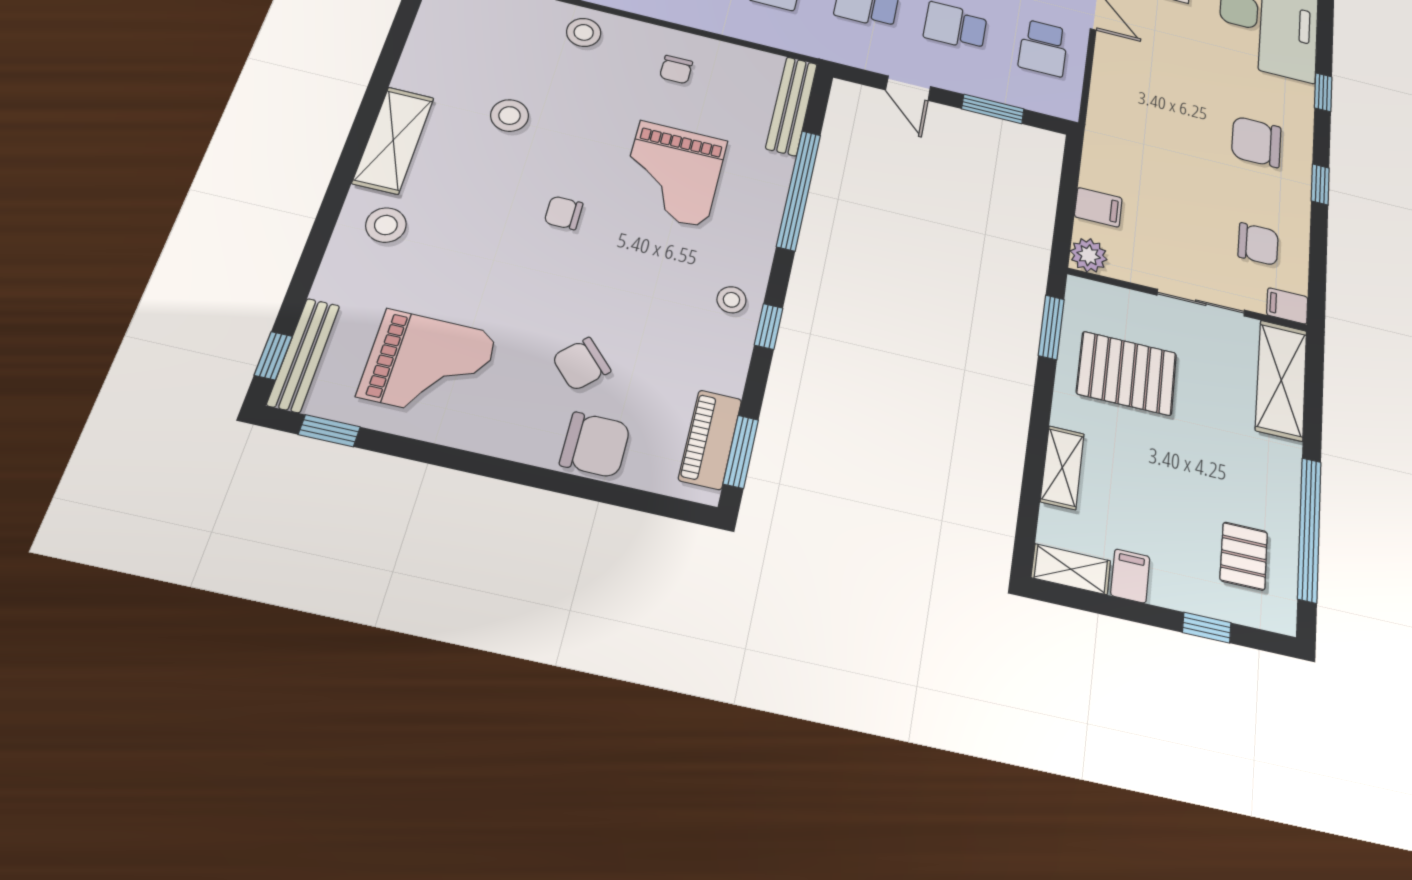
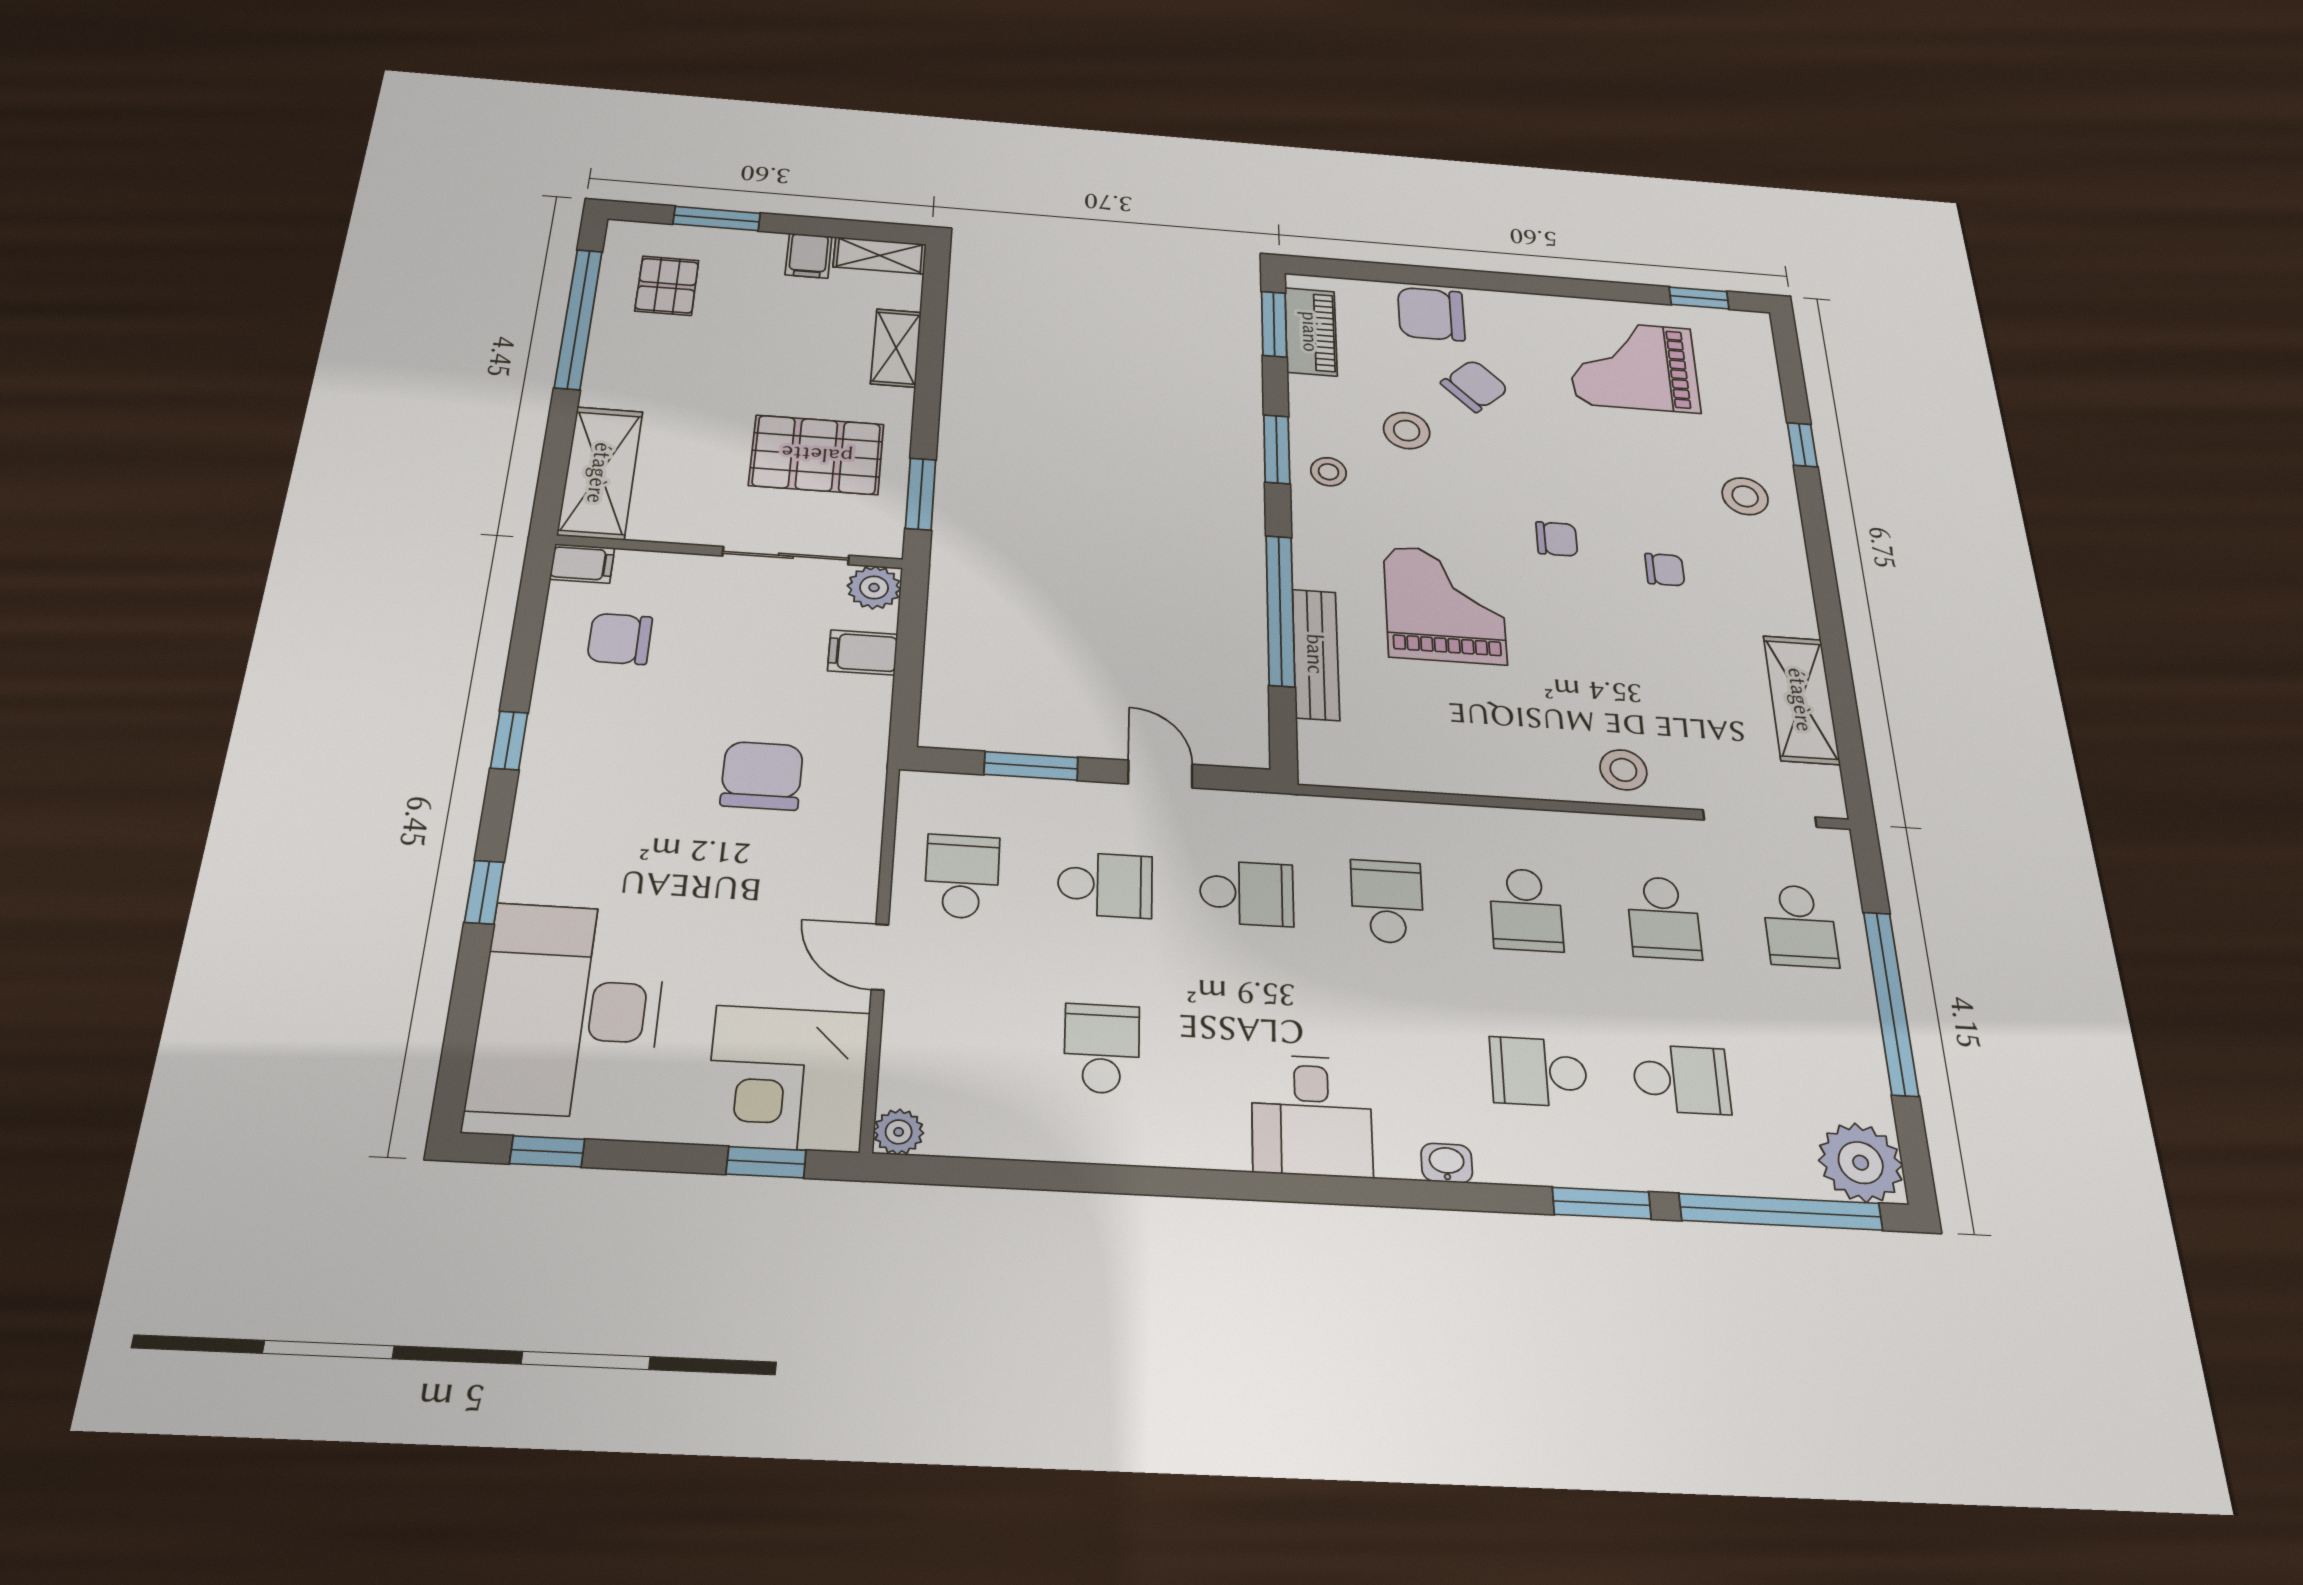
chair: (676, 70) -> (1665, 570), moved, turned 90
bench: (792, 106) -> (1316, 654), moved
stool: (510, 116) -> (1407, 431), moved
shelving: (393, 140) -> (1801, 700), moved
chair: (1256, 142) -> (762, 776), moved, turned -90
sliding door: (1201, 303) -> (786, 556), moved
window: (769, 327) -> (1277, 449), width x1.50
bench: (303, 355) -> (1760, 360), removed
window: (273, 356) -> (1802, 445), moved
window: (1207, 628) -> (717, 219), width x1.50

